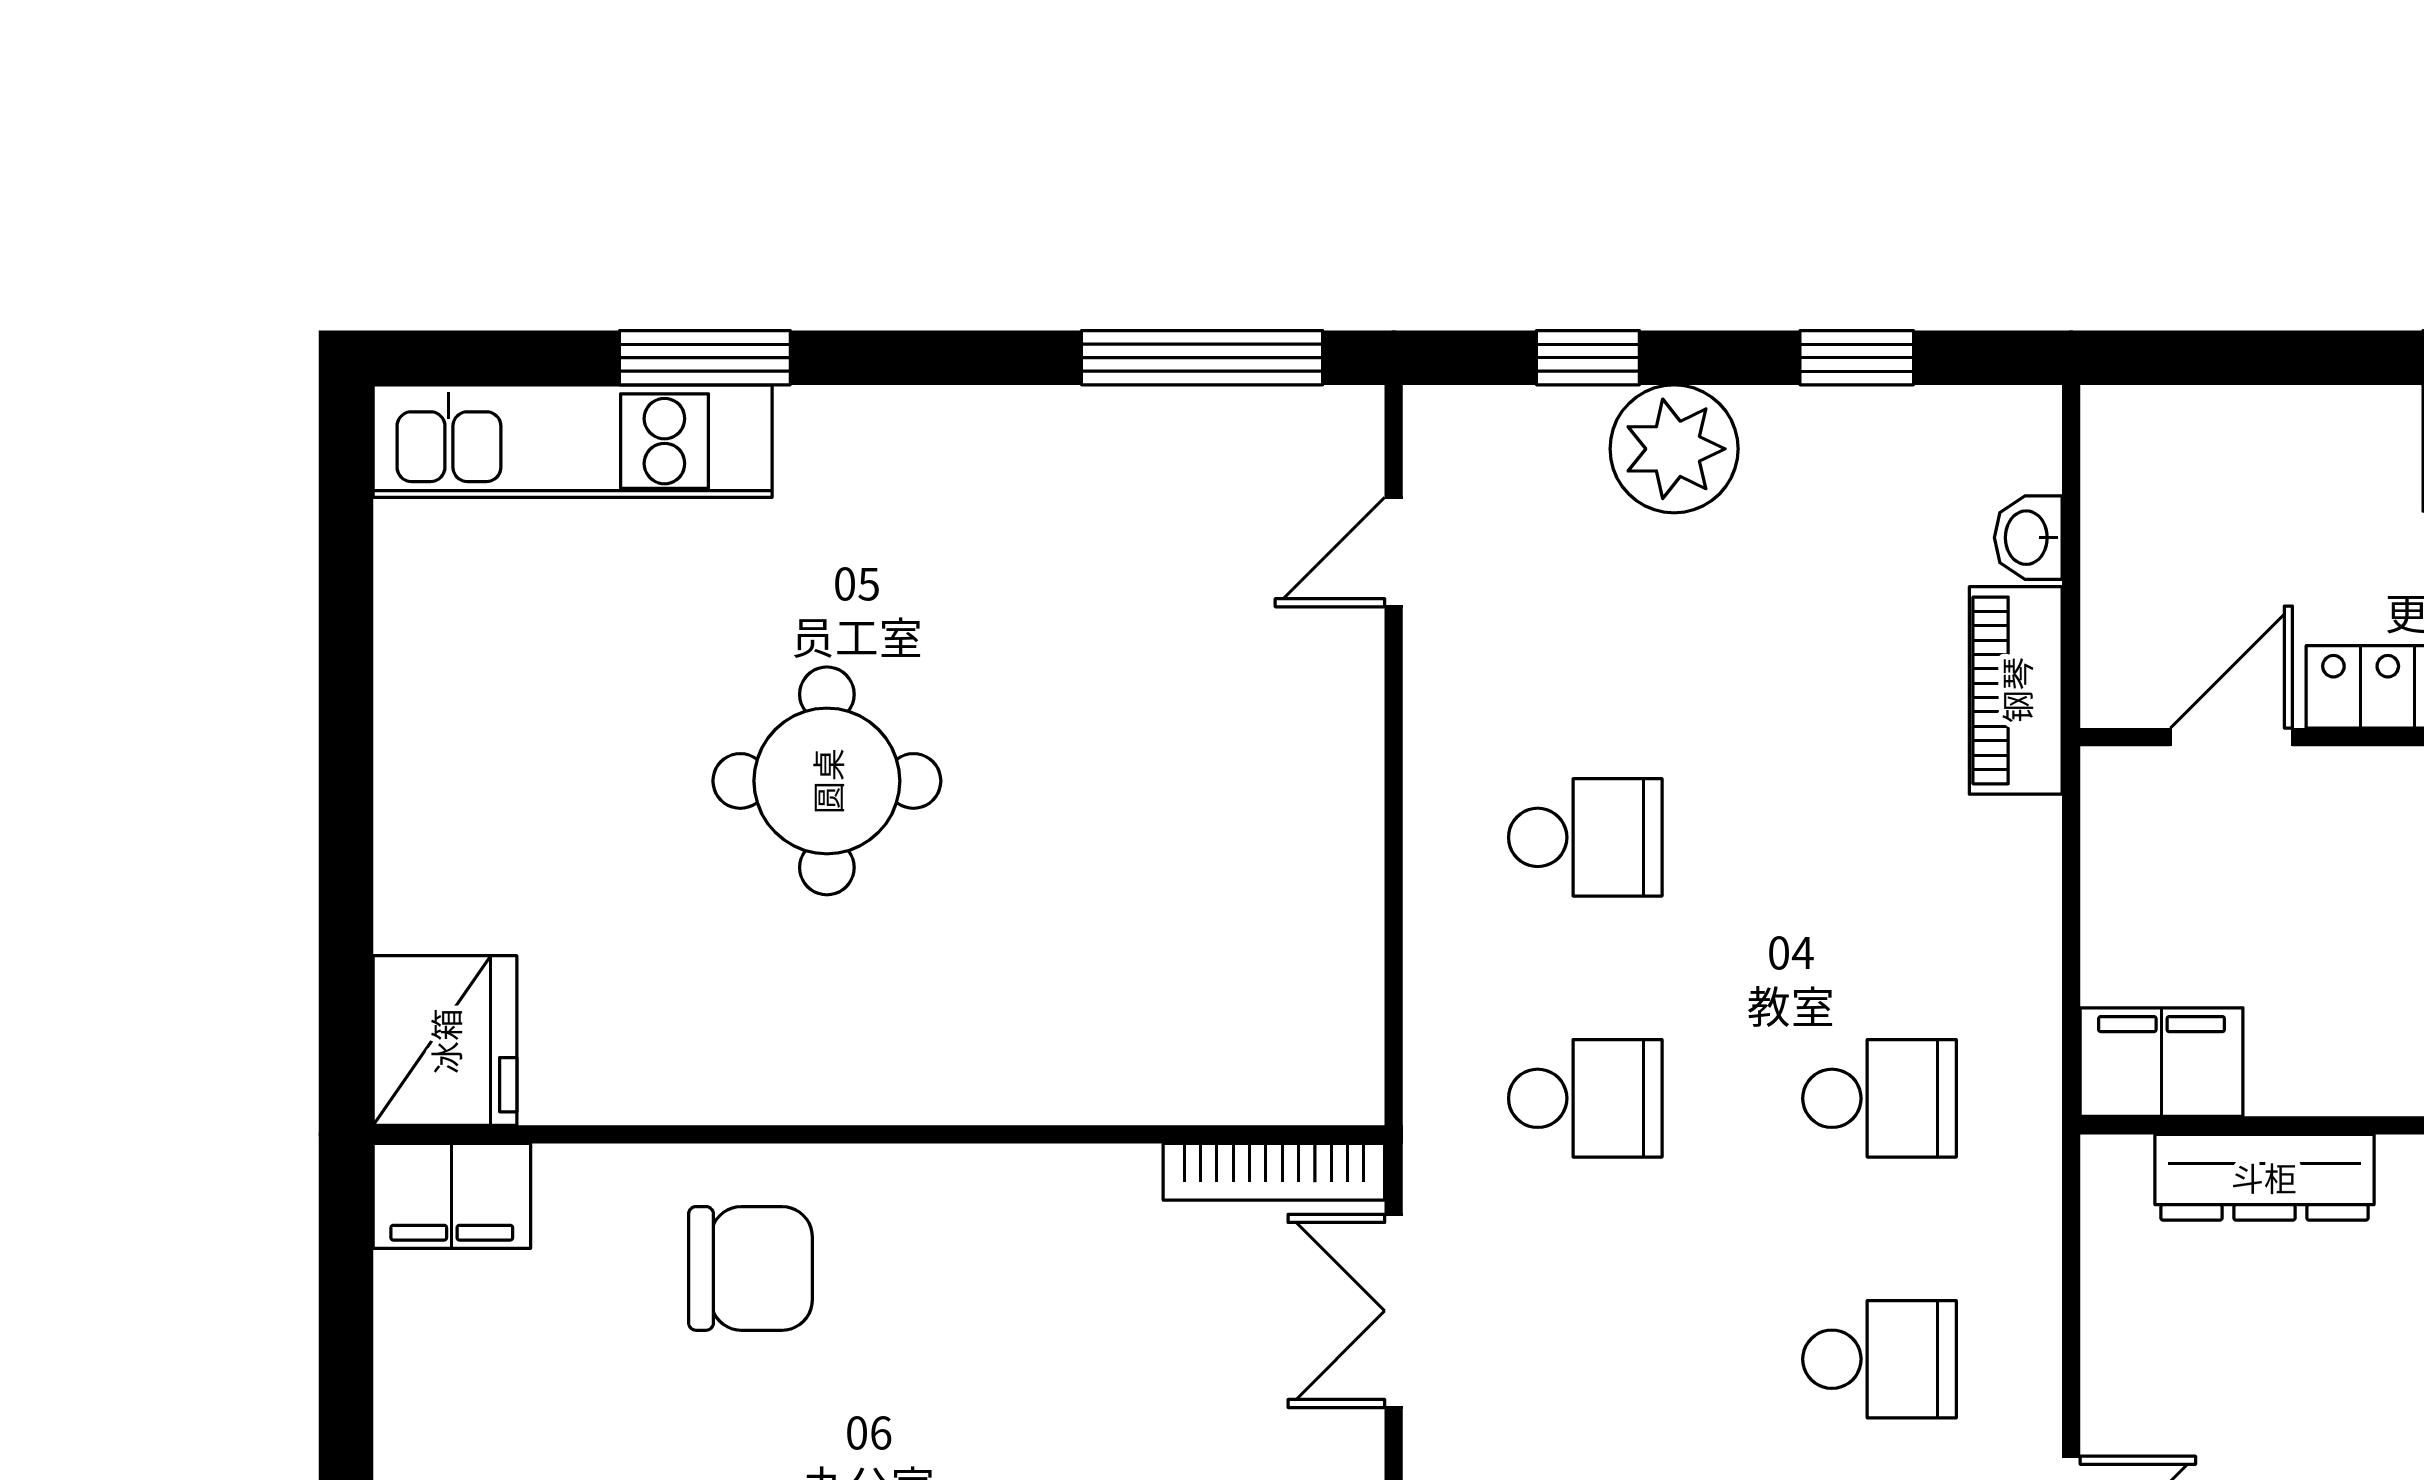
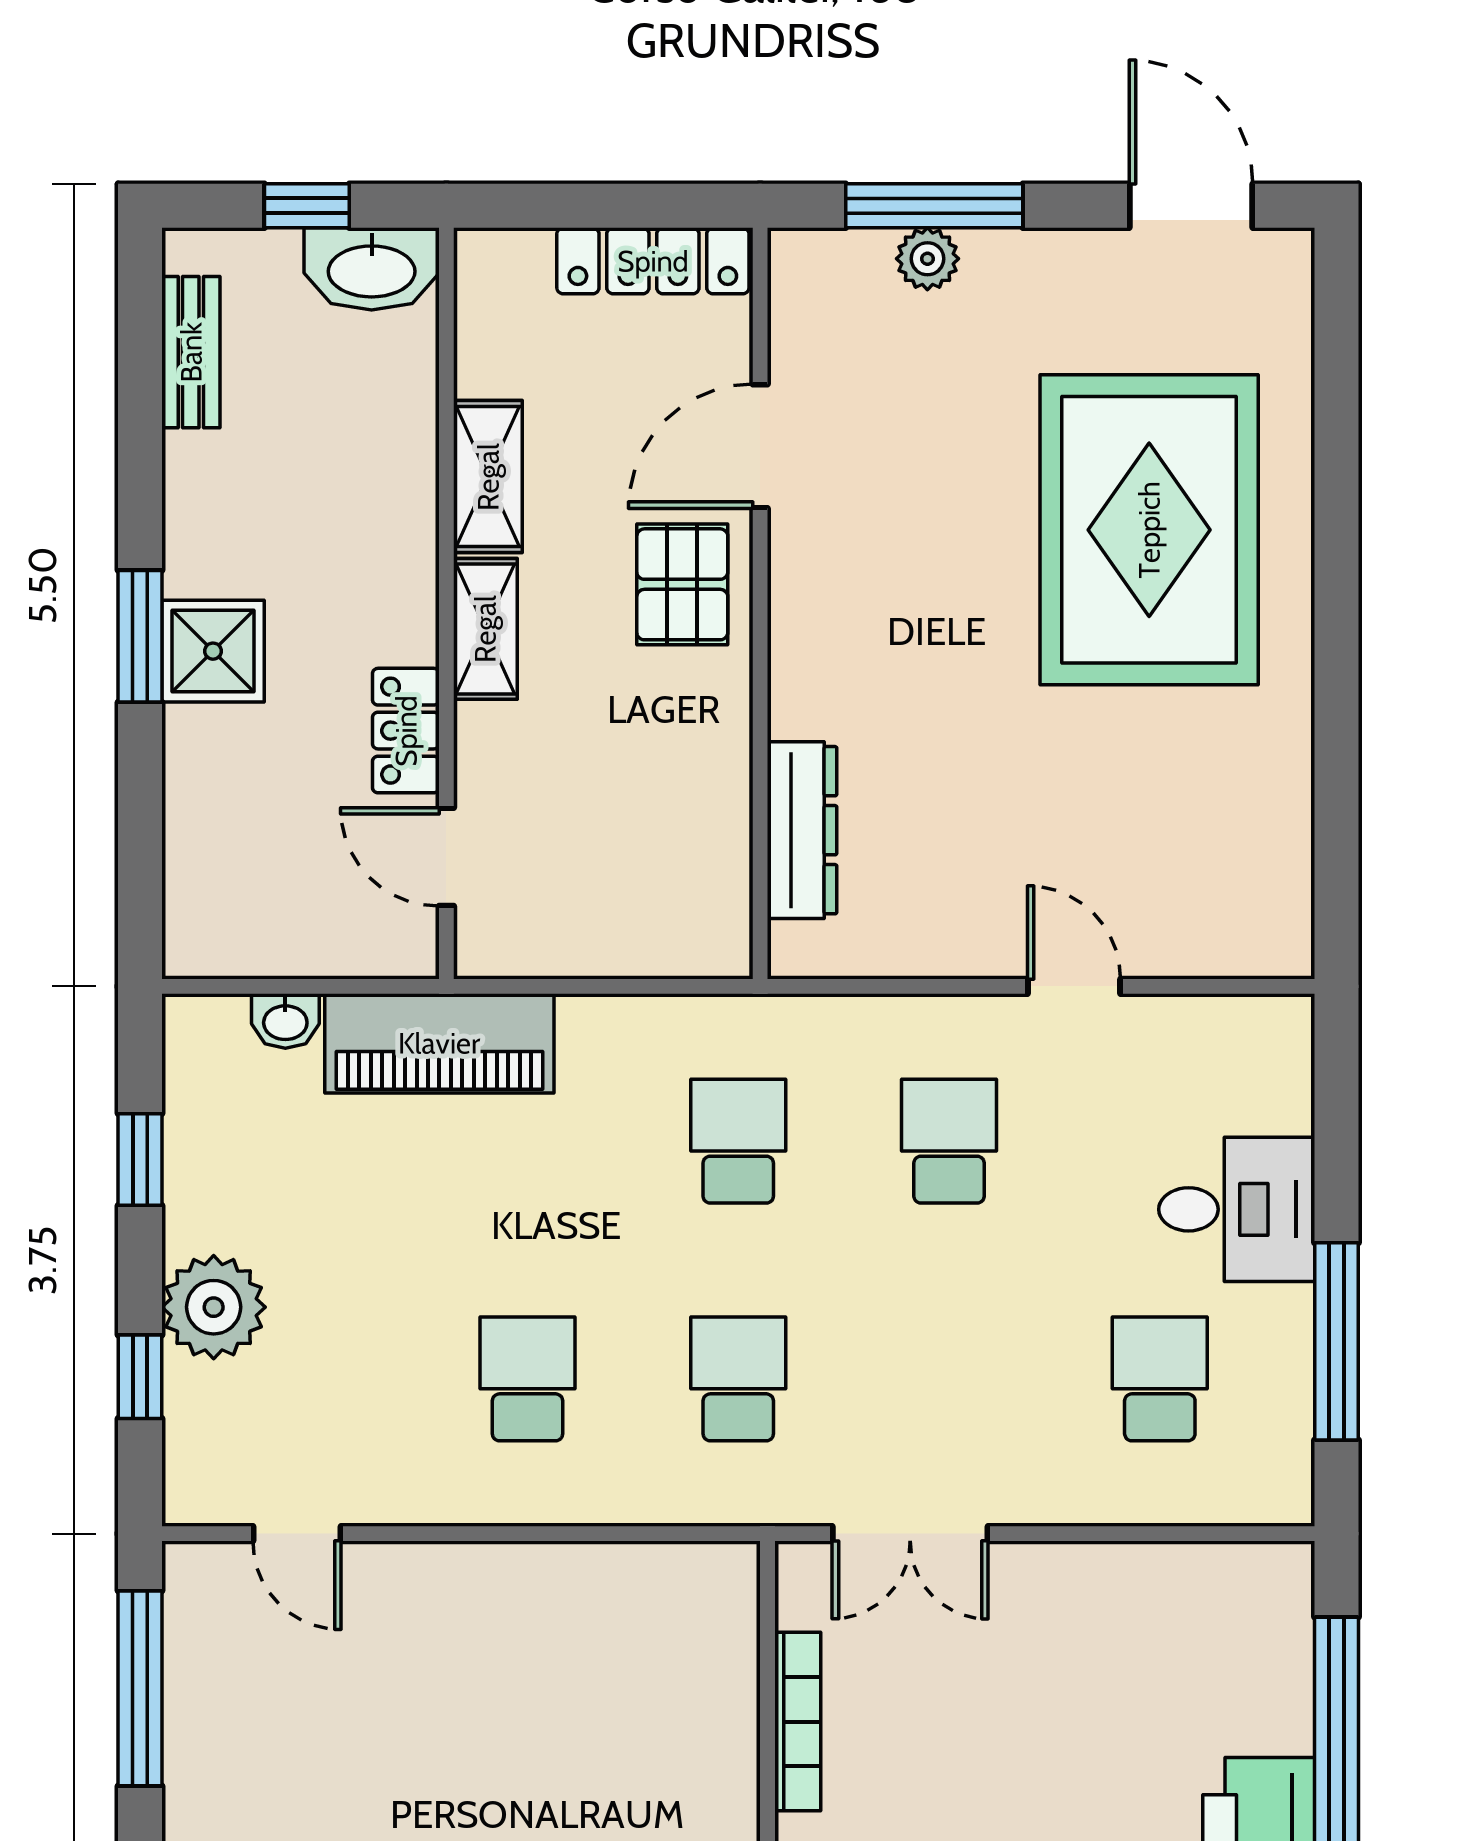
piano: (2016, 690) -> (439, 1043), width x1.37, depth x1.33
filing cabinet: (2162, 1062) -> (709, 913), removed
bookcase: (1274, 1172) -> (798, 1722), moved

